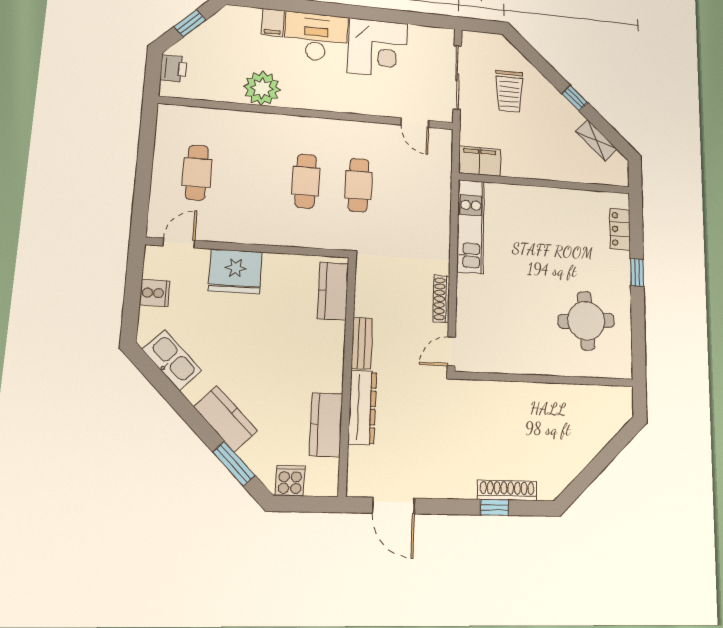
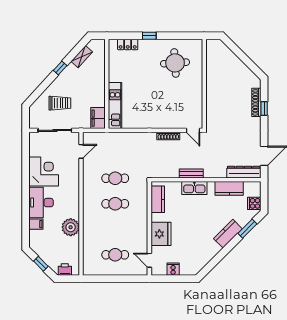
kitchen unit: (470, 226) -> (115, 106), moved, turned 90
kitchen counter: (333, 291) -> (158, 199), moved, turned -90
kitchen sink: (172, 360) -> (194, 188), moved, turned -135
dresser: (362, 408) -> (244, 172), moved

